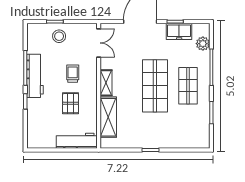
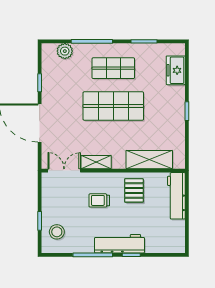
freezer: (179, 31) -> (176, 70), moved, turned 180
stool: (59, 36) -> (57, 232), moved
workbench: (35, 76) -> (120, 244), moved
shelving: (106, 83) -> (96, 162), moved
pallet: (71, 103) -> (134, 190), moved, turned 90

